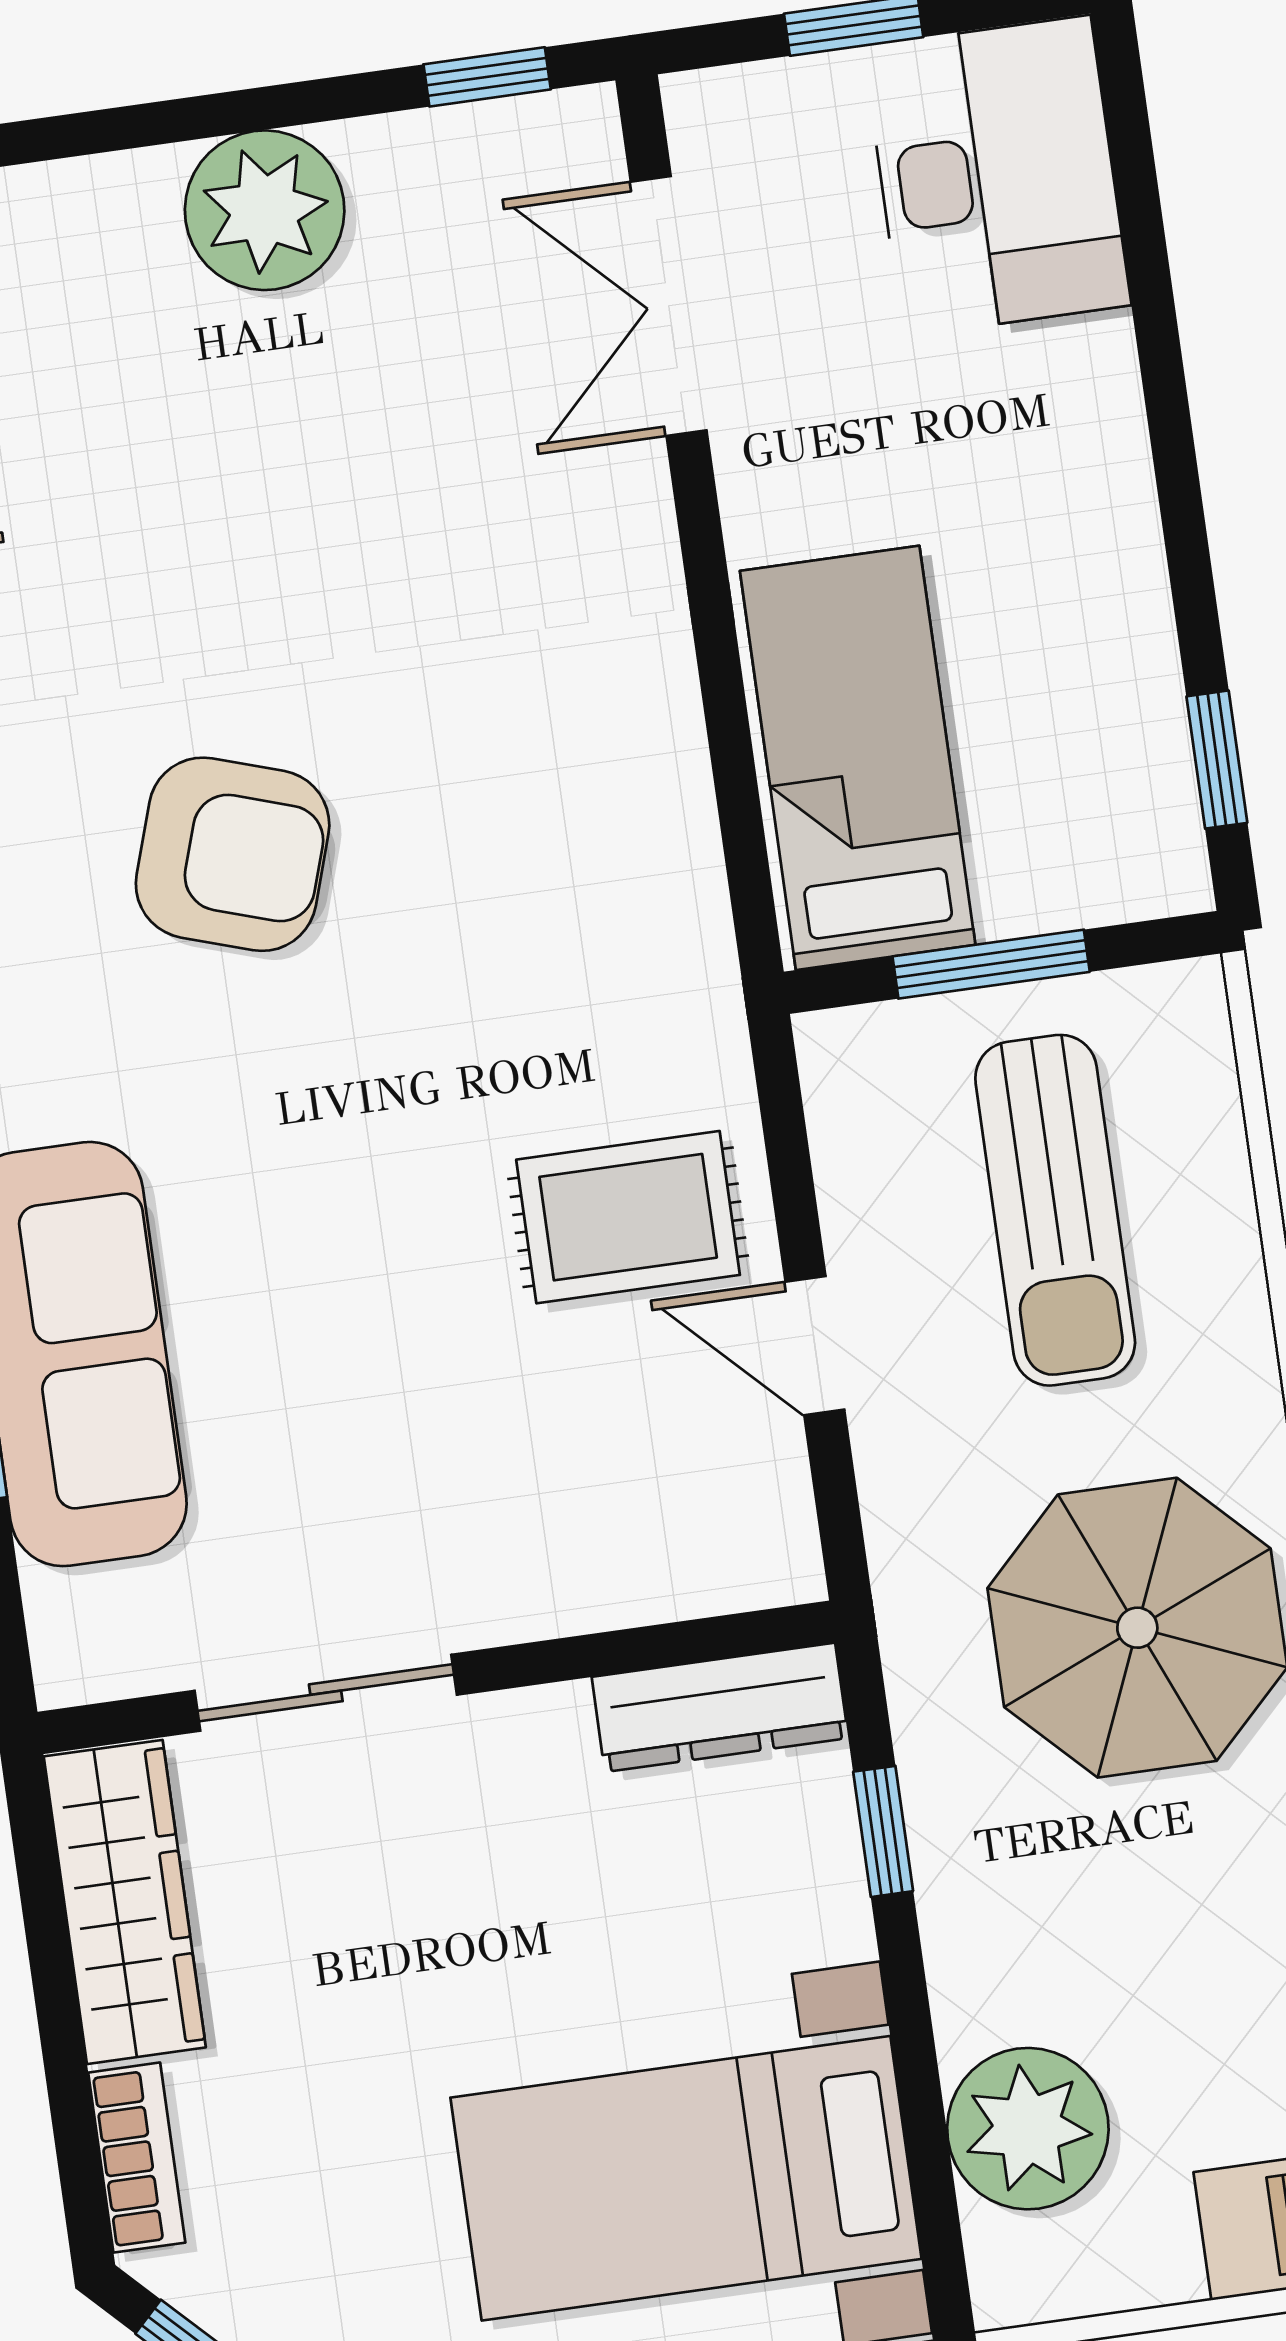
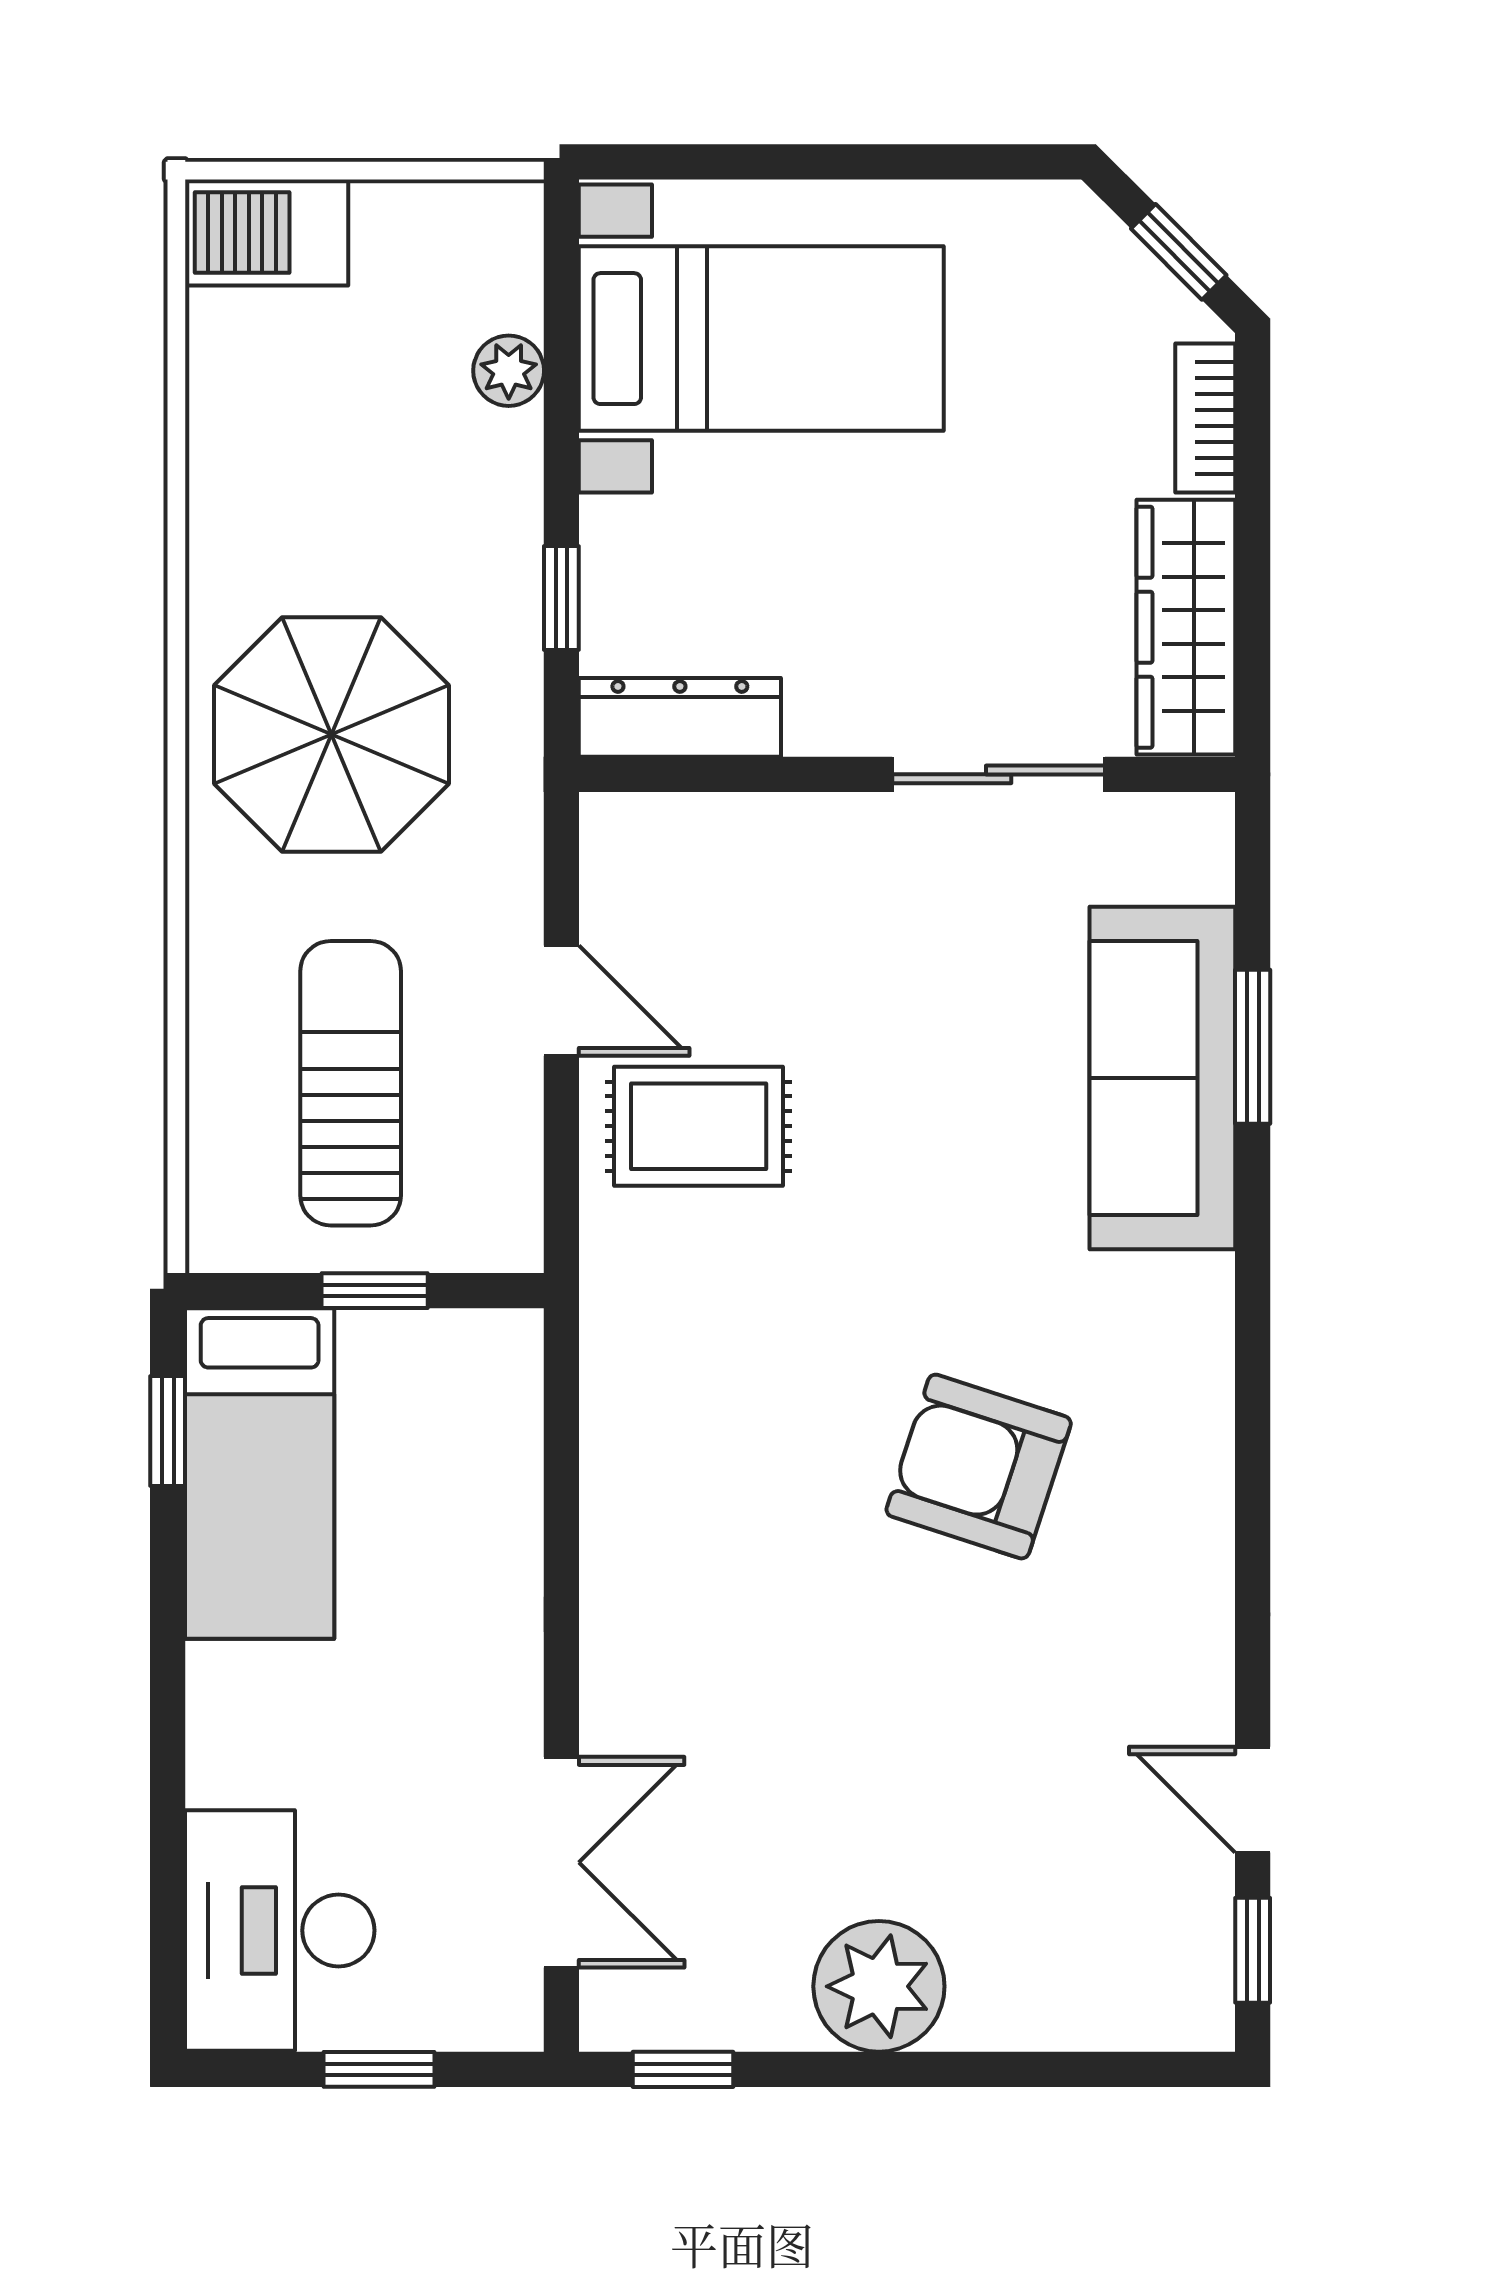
bed: (858, 758) -> (260, 1473), moved
window: (991, 964) -> (375, 1291), width x0.67
plant: (1028, 2129) -> (509, 371), width x0.53, depth x0.53

